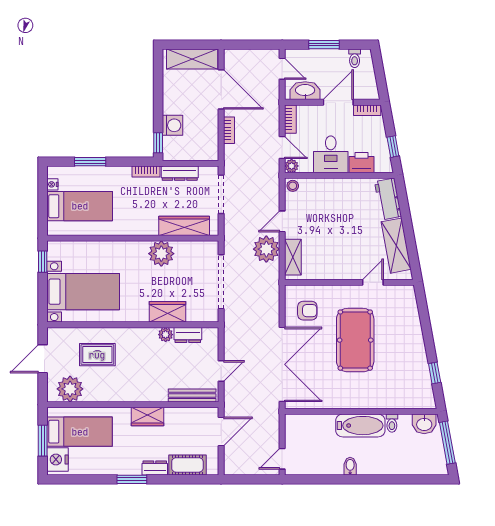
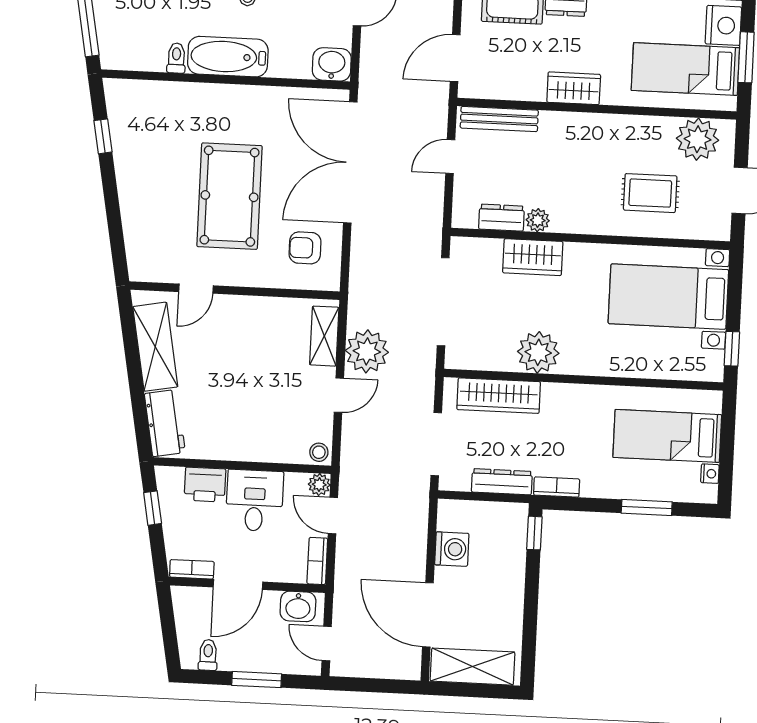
washbasin: (305, 91) -> (298, 606), width x0.72
washing machine: (173, 125) -> (452, 549), moved, turned 180
bookcase: (229, 130) -> (418, 548), removed
washbasin: (424, 424) -> (332, 64), moved

